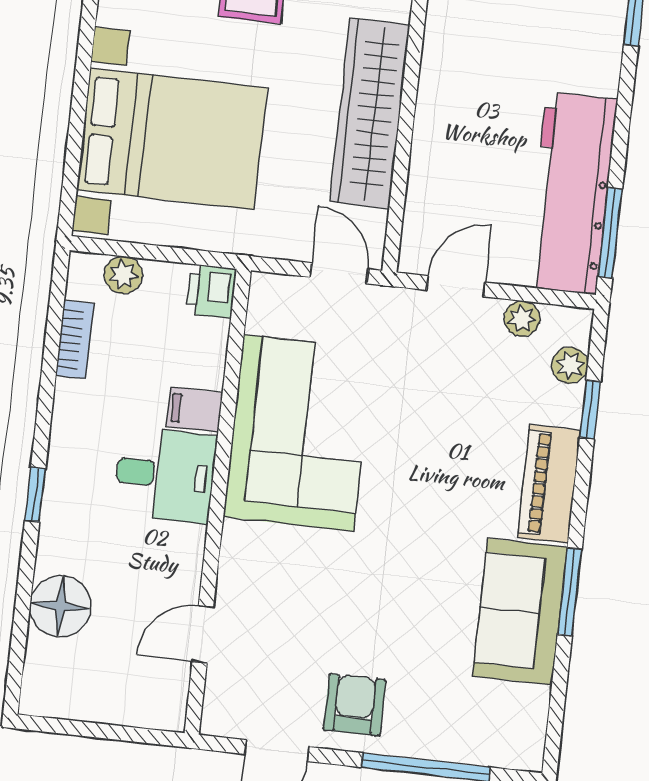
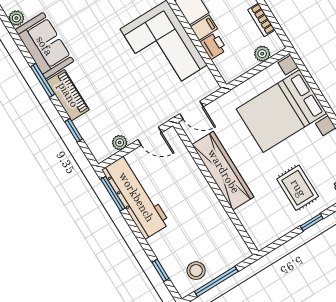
door: (456, 286) -> (150, 136), hinge flipped
printer: (211, 291) -> (213, 46), moved
plant: (570, 365) -> (16, 18), moved
window: (570, 592) -> (43, 80), moved

